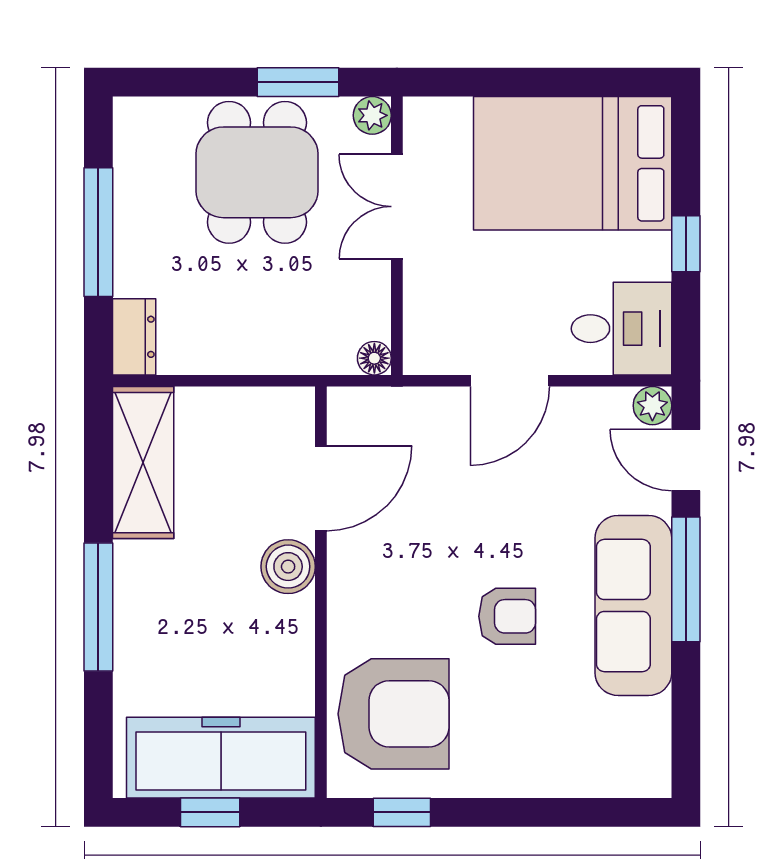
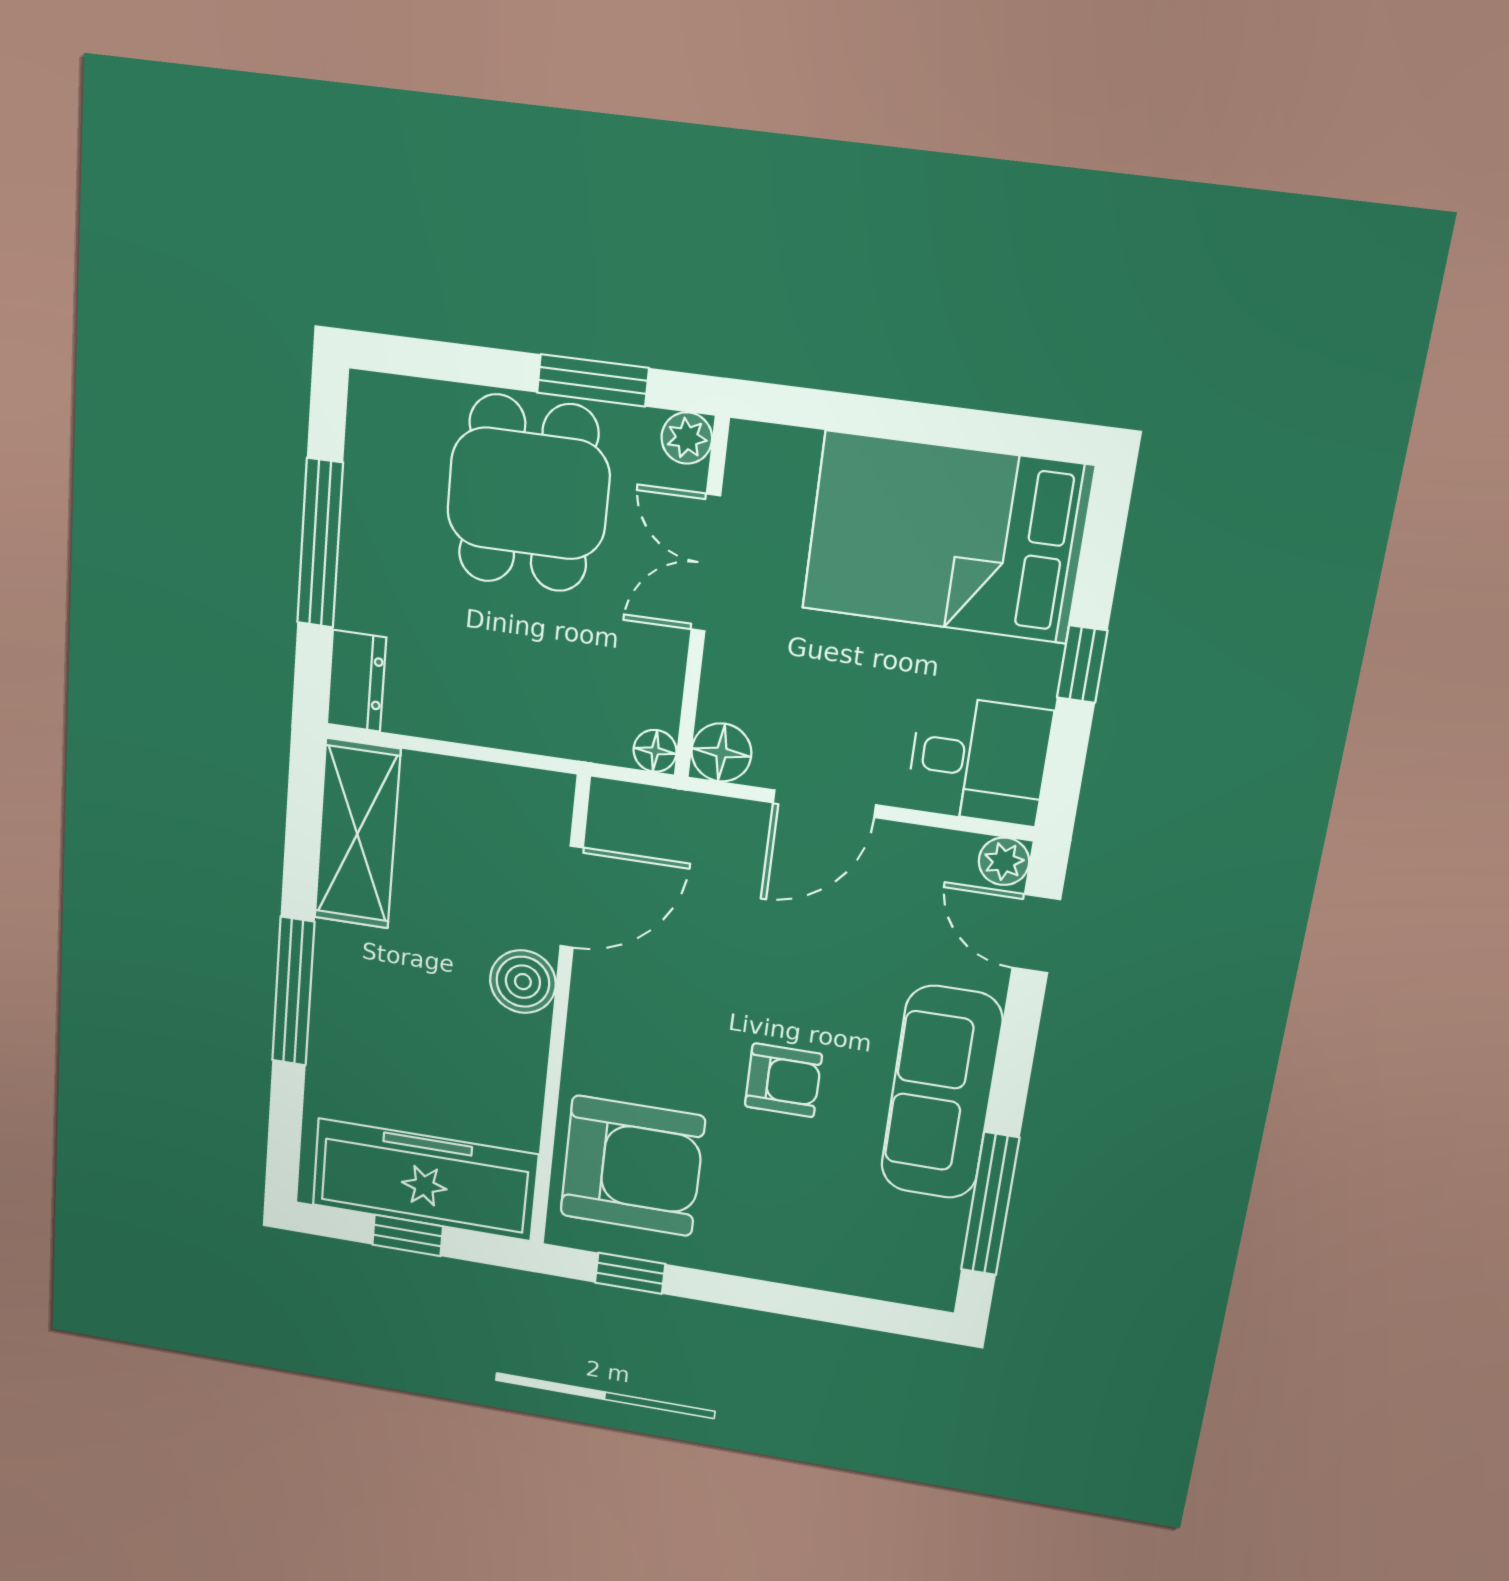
floor lamp: (426, 352) -> (721, 752), added
window: (686, 579) -> (990, 1204), moved

